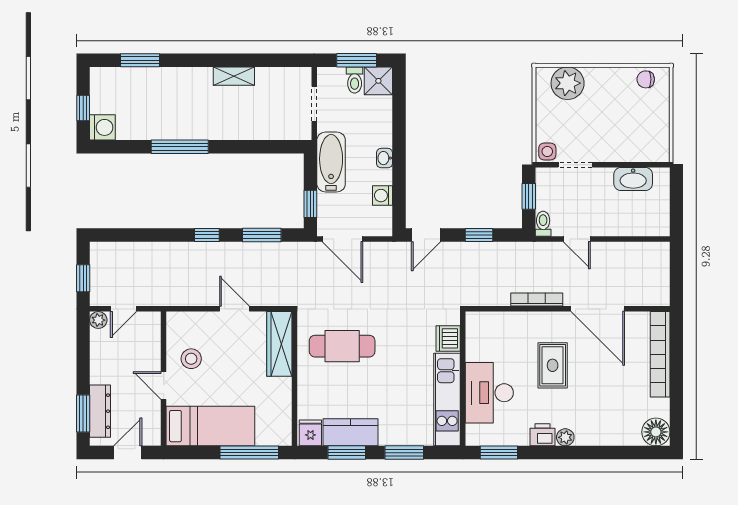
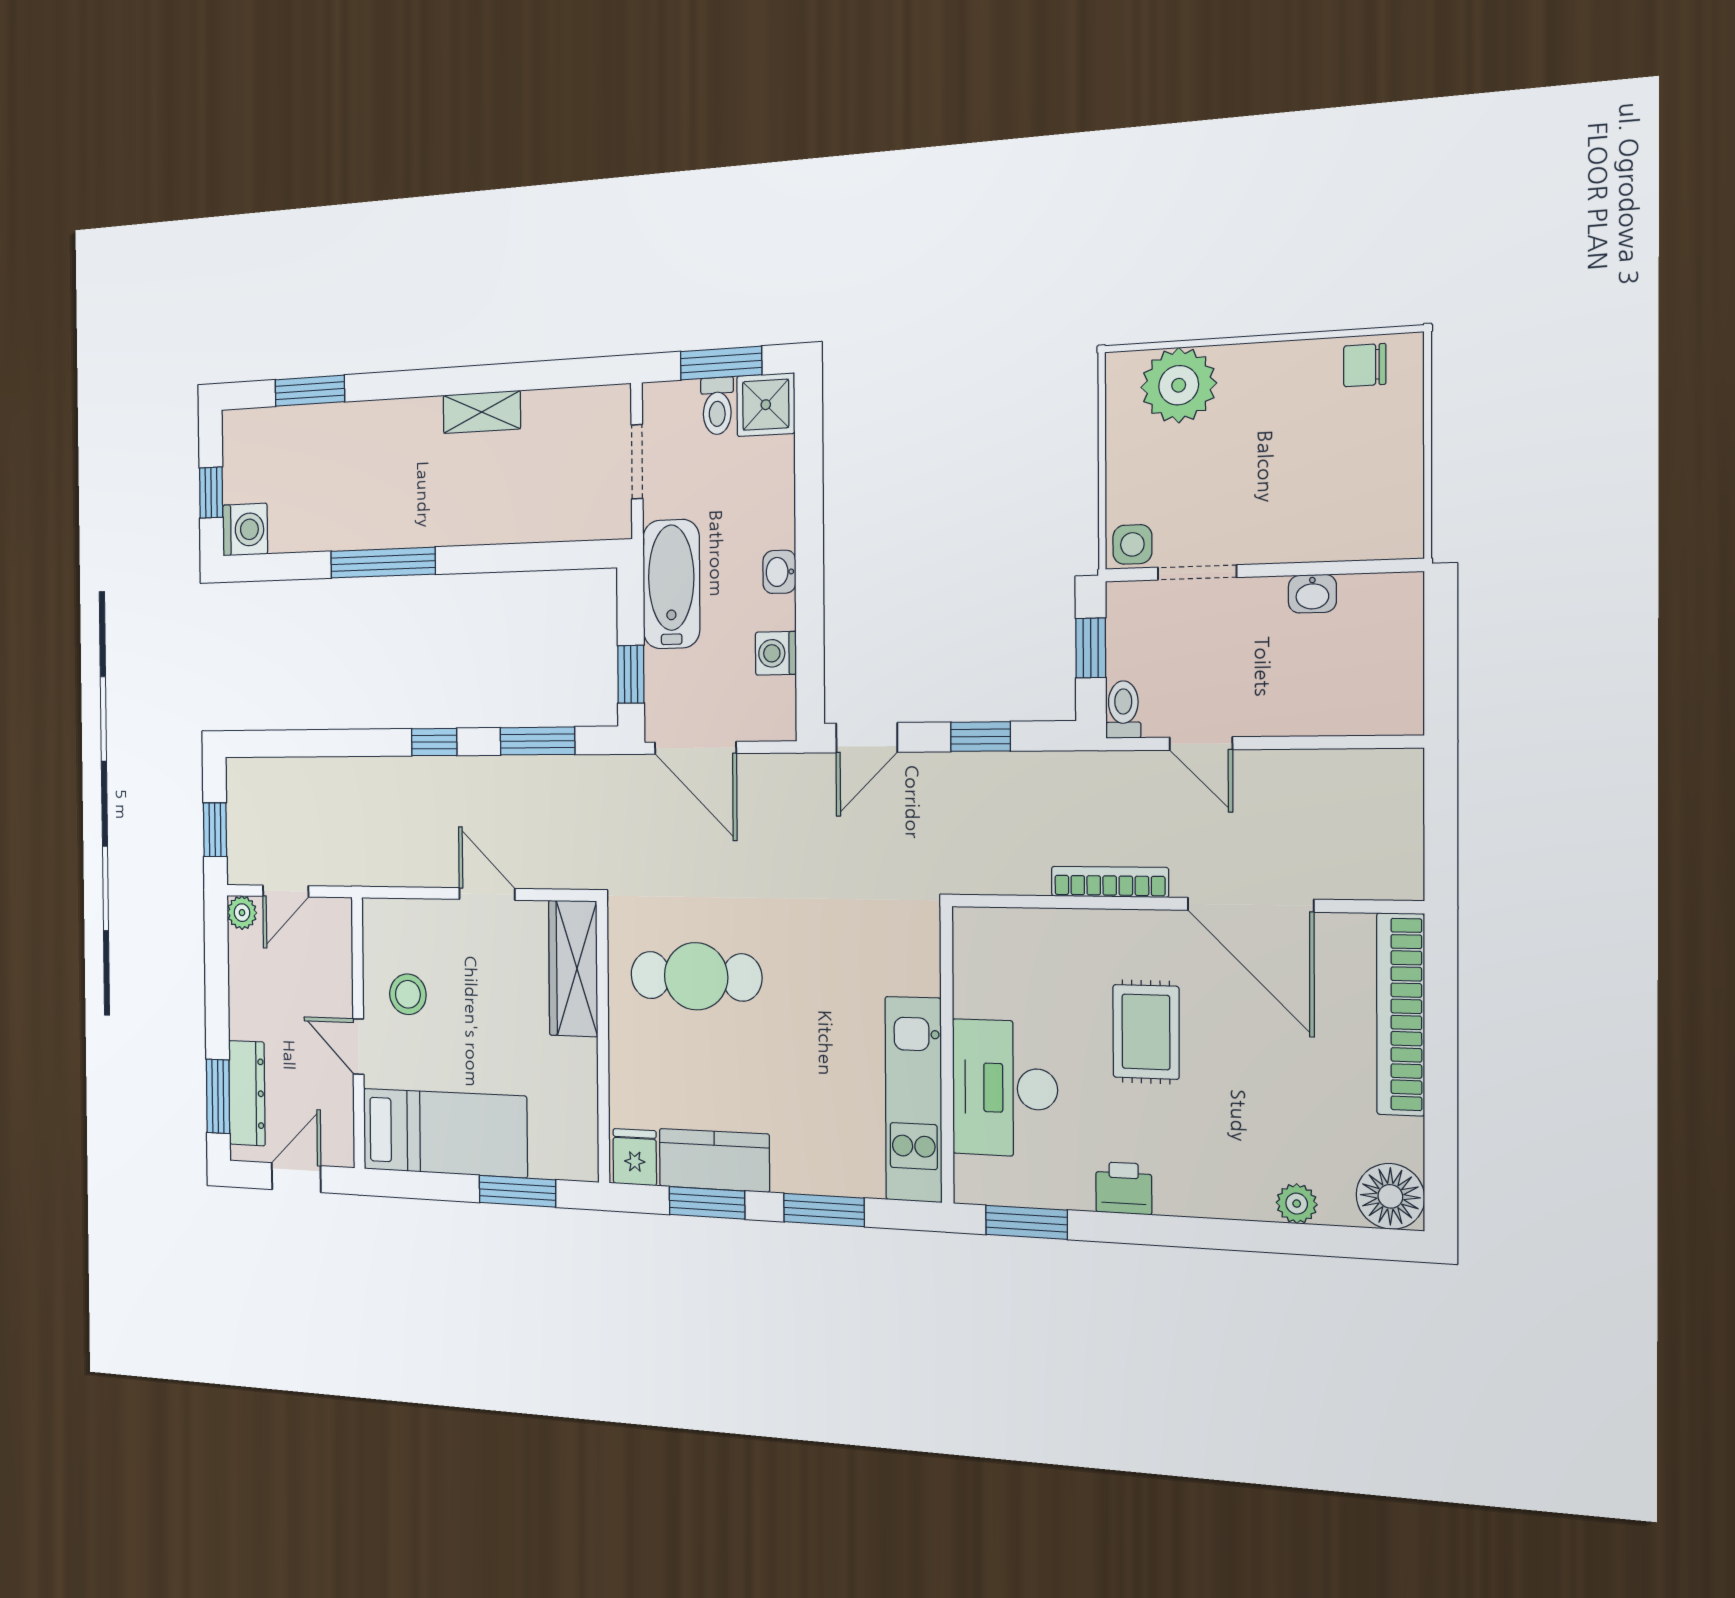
washbasin: (633, 179) -> (1312, 594), width x0.52, depth x0.69
dishwasher: (448, 338) -> (915, 965), removed
plant: (565, 437) -> (1297, 1204), moved
window: (249, 453) -> (517, 1191), width x0.69

